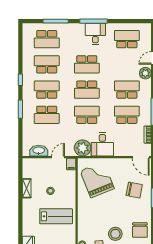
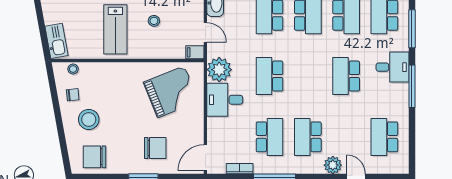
desk: (95, 34) -> (392, 67), moved
school desk: (127, 39) -> (384, 137), turned 180
school desk: (87, 90) -> (308, 76), removed
school desk: (127, 90) -> (308, 137), turned 180
school desk: (87, 115) -> (270, 76), turned 180
chair: (134, 190) -> (155, 148), turned -101

